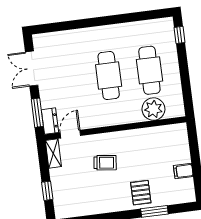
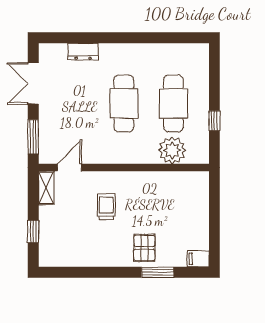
window: (179, 35) -> (214, 121), moved
dresser: (50, 121) -> (83, 52), moved, turned 90
trolley: (105, 163) -> (106, 207), turned -97
filing cabinet: (183, 171) -> (198, 259), moved

